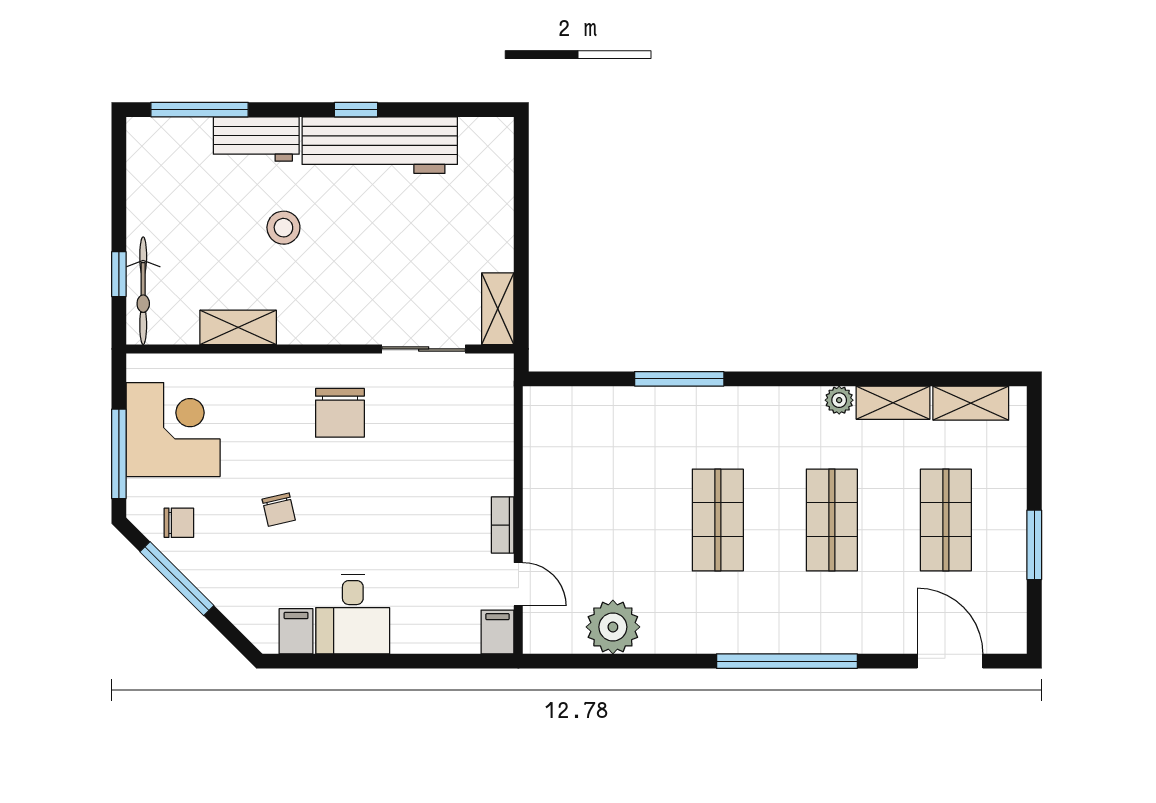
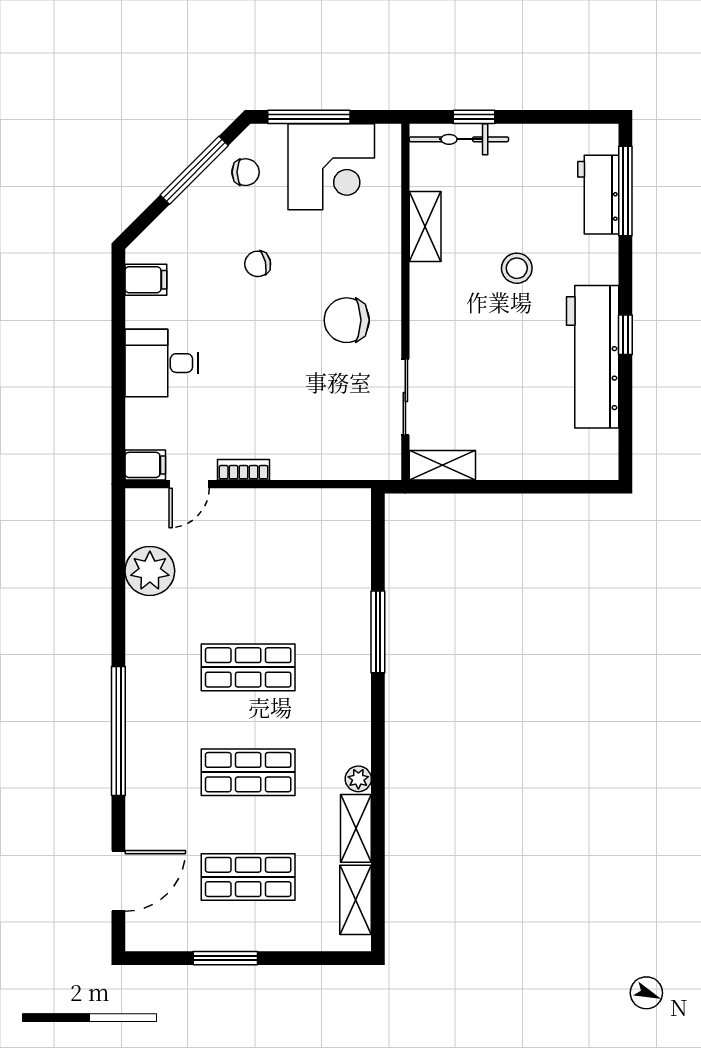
workbench: (256, 139) -> (598, 195), moved
chair: (179, 523) -> (246, 172), turned -90
desk: (353, 614) -> (162, 363), moved

